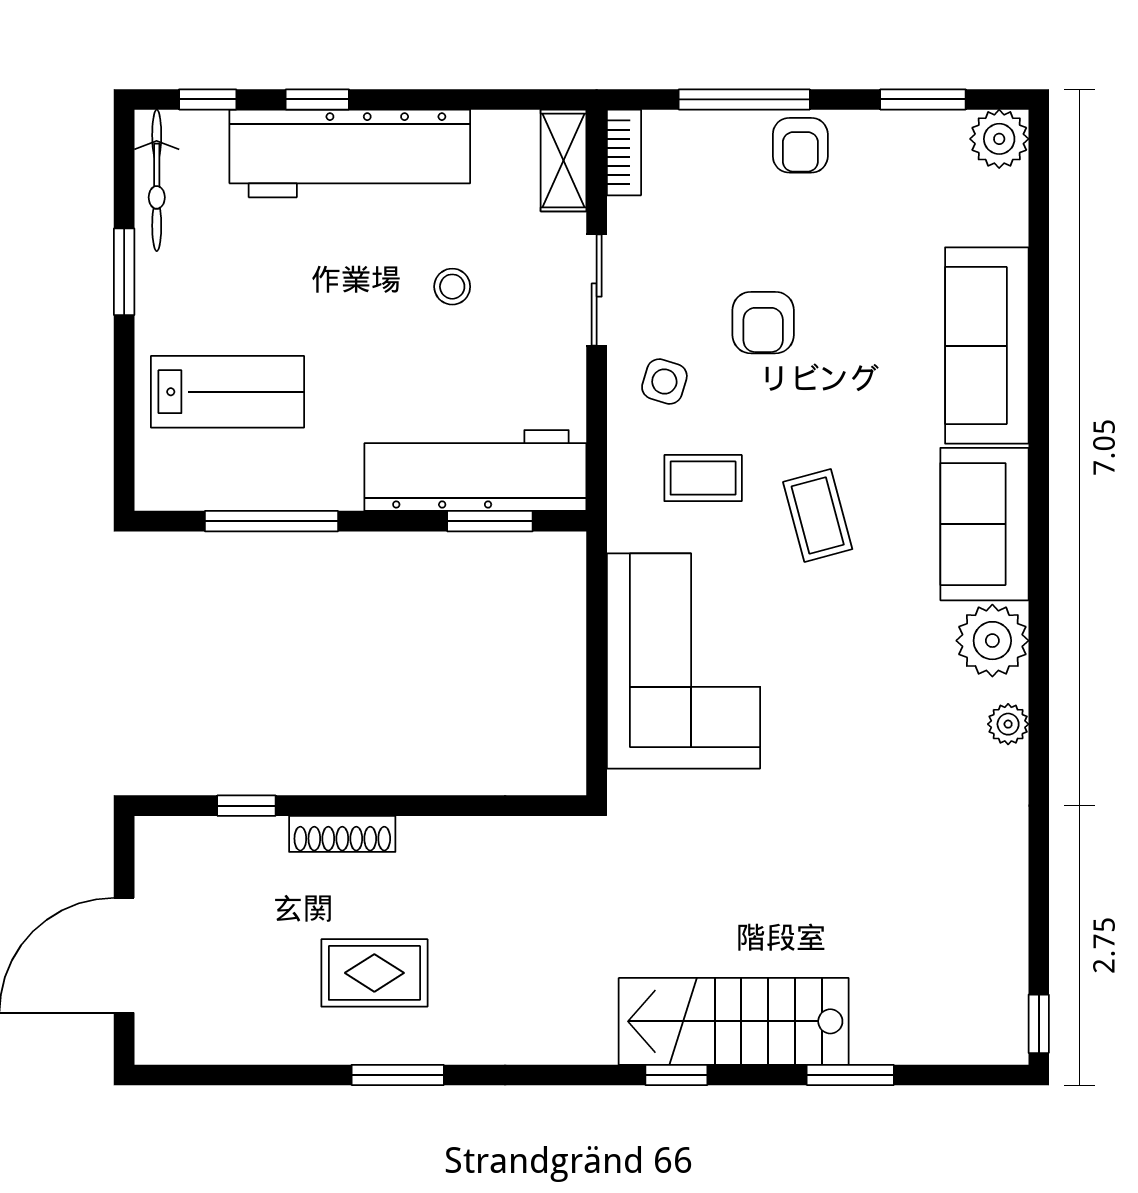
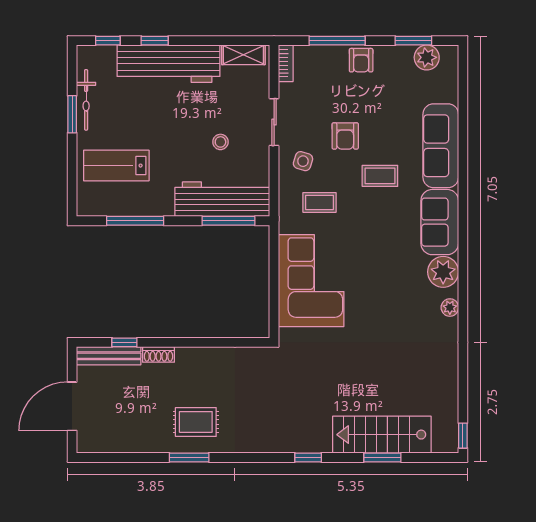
plant: (999, 139) -> (427, 57), moved
shelving: (564, 160) -> (243, 55), moved, turned 90
bicycle: (157, 180) -> (86, 100), moved
stool: (452, 287) -> (220, 142), moved
lab bench: (227, 392) -> (116, 166), turned 180
coffee table: (818, 516) -> (380, 176), moved, turned -75
window: (490, 521) -> (228, 221), width x1.44
shoe rack: (342, 834) -> (159, 354), width x0.70
bench: (210, 837) -> (109, 356), added
rug: (374, 973) -> (196, 422), moved
stairs: (734, 1021) -> (382, 435), moved

